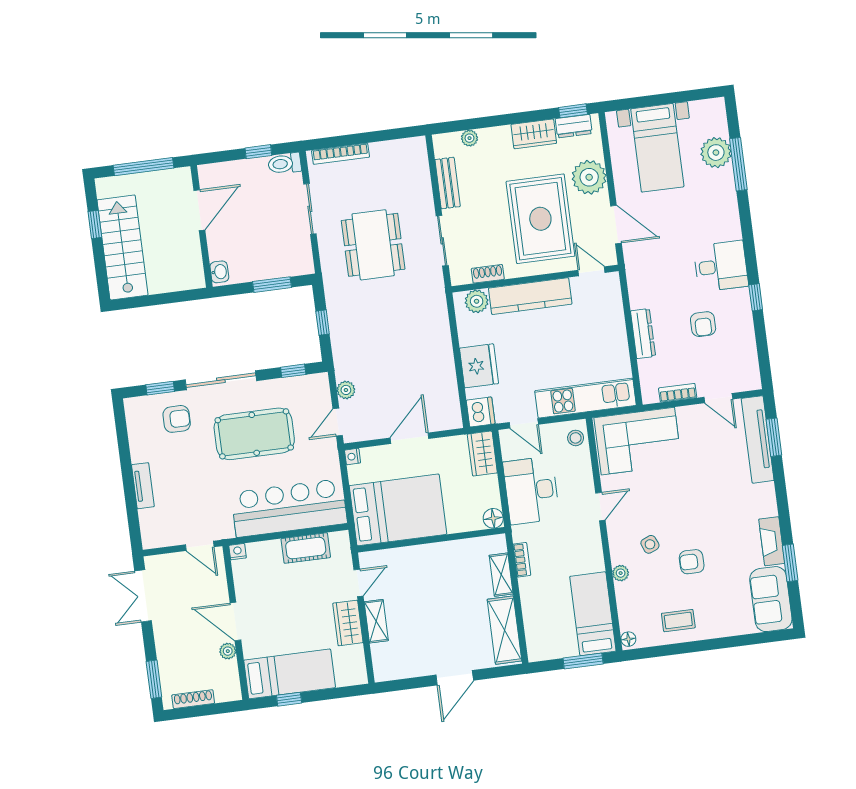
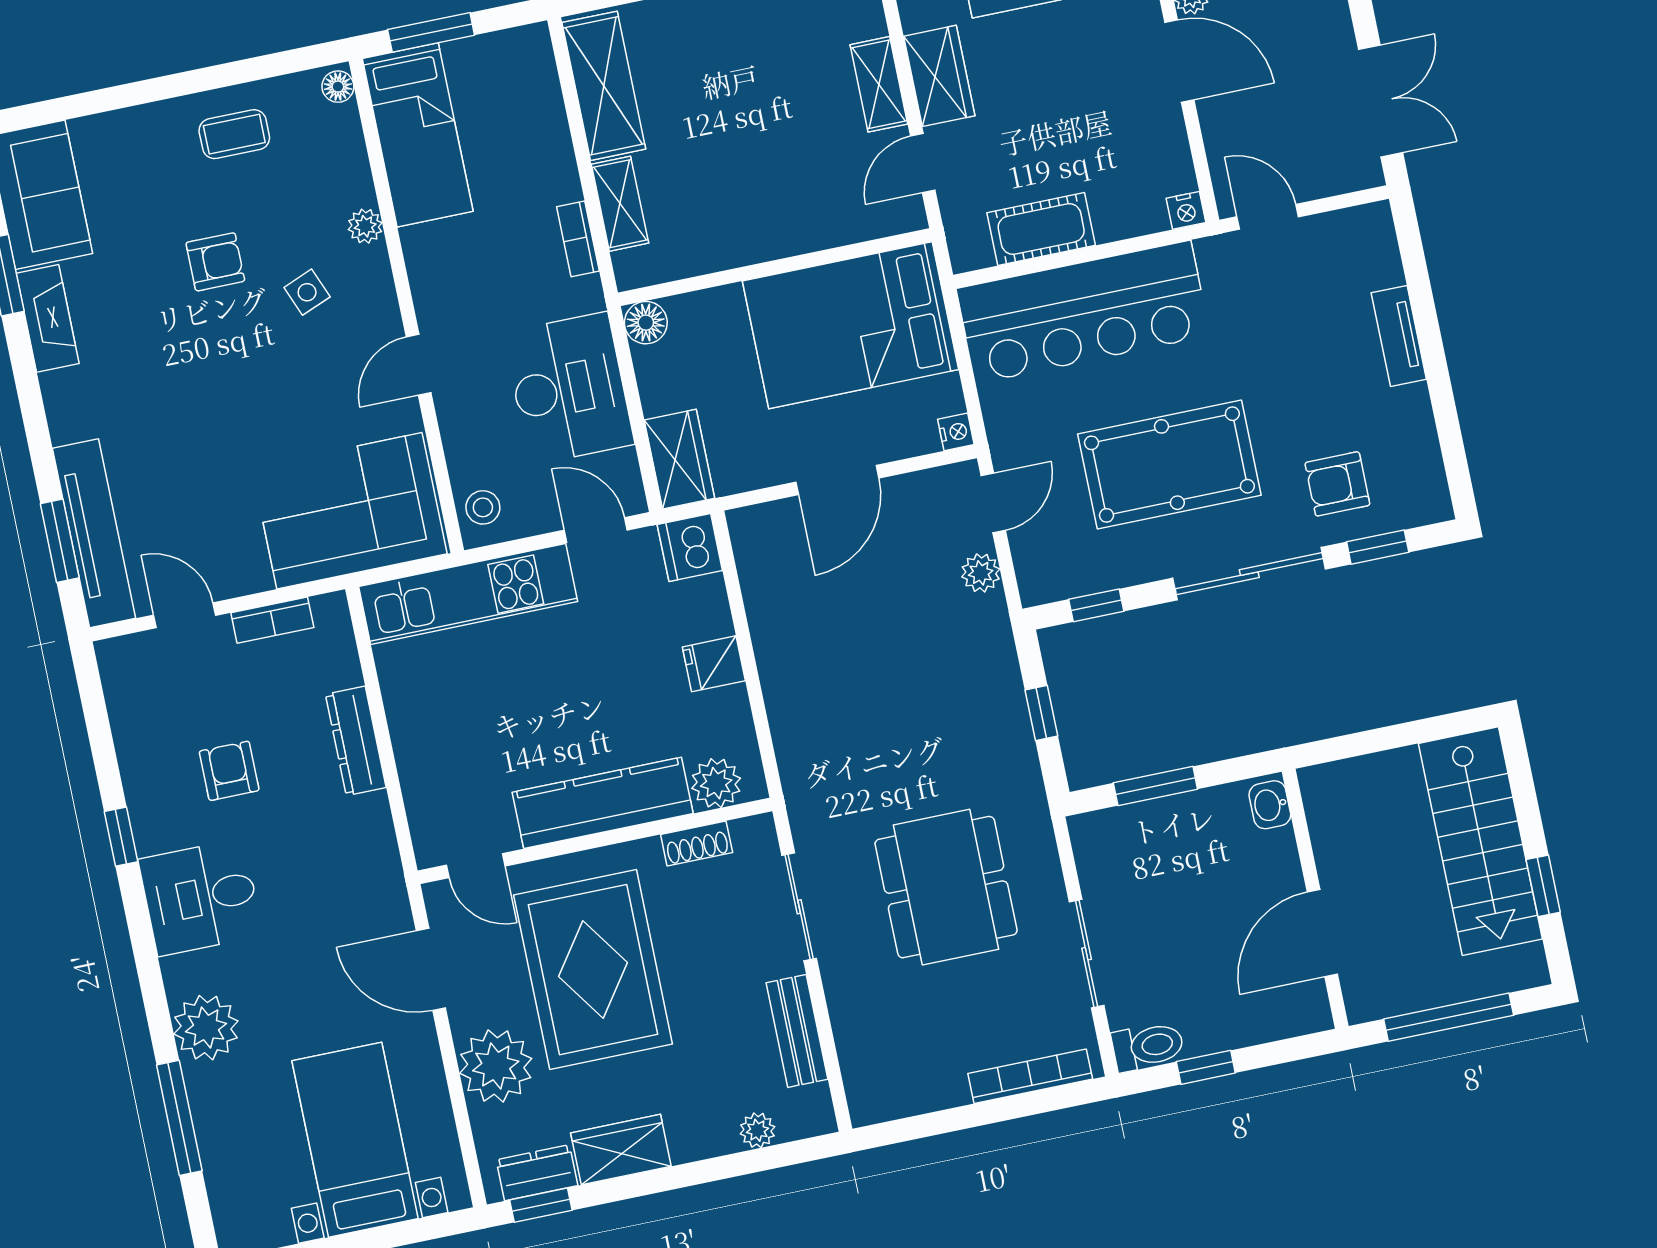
plant: (716, 153) -> (206, 1028), moved
fridge: (479, 366) -> (714, 664), width x0.53, depth x0.75

